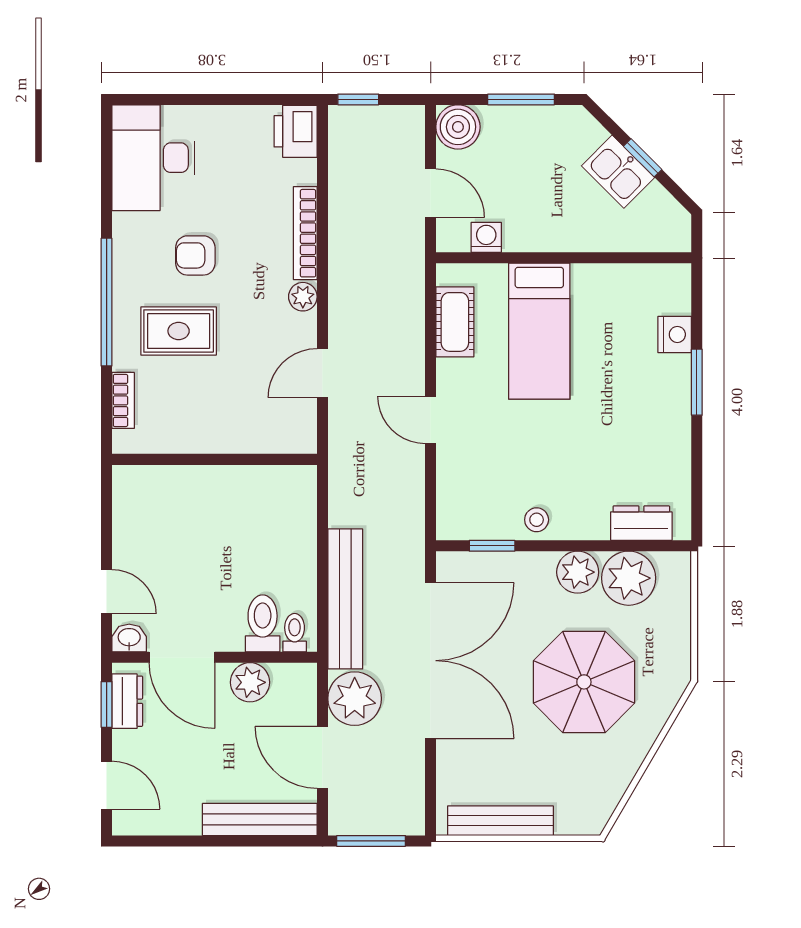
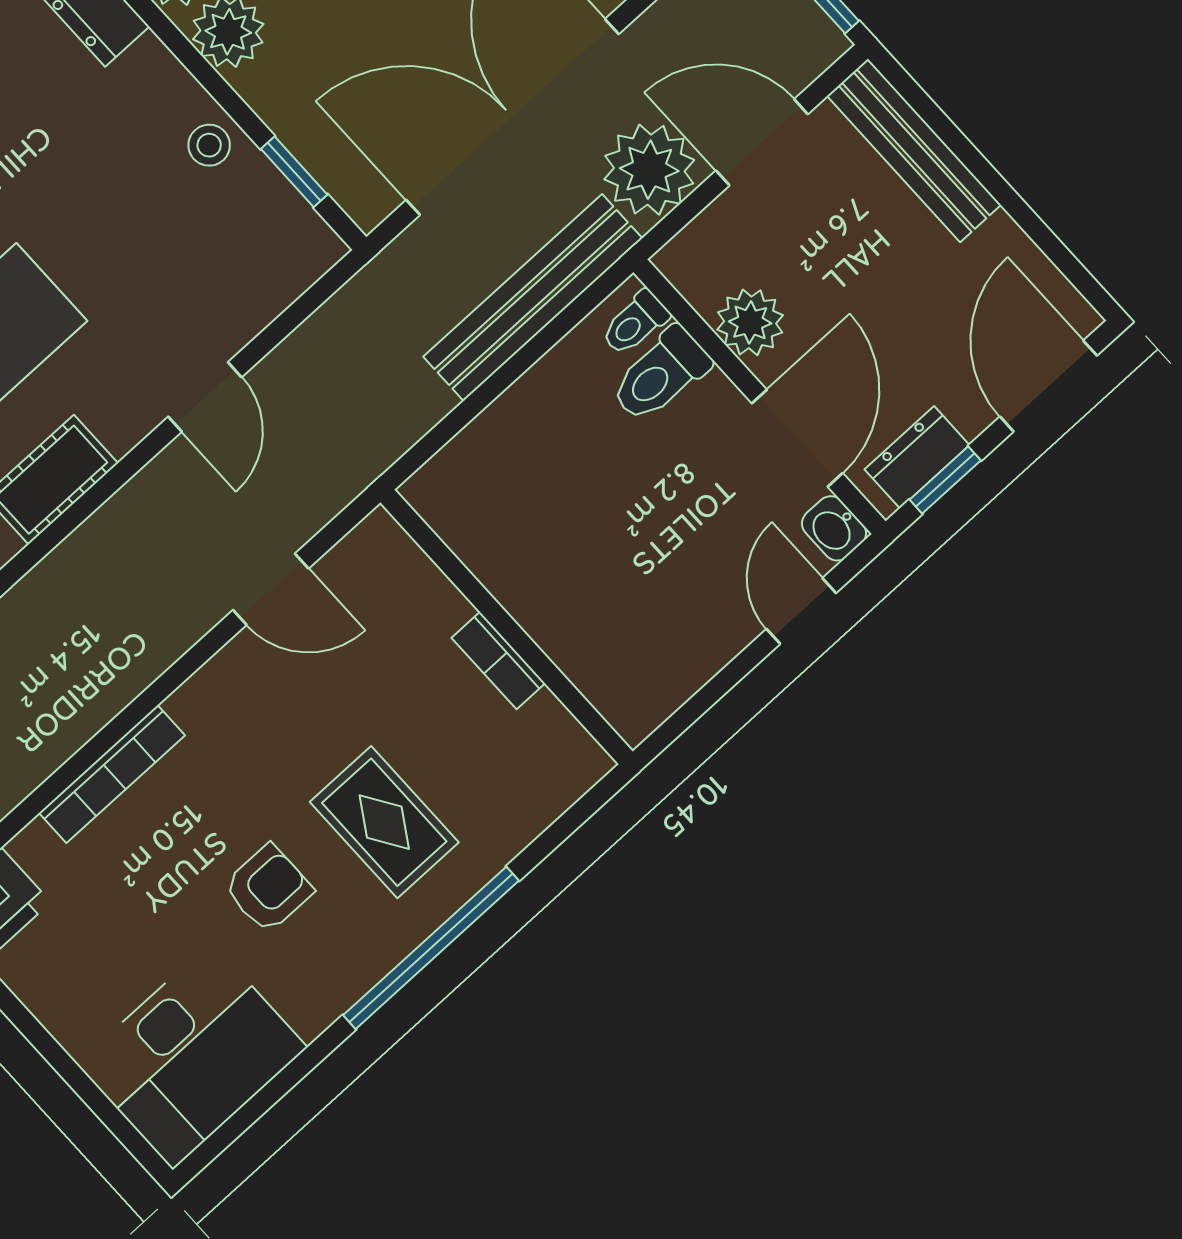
armchair: (195, 255) -> (268, 889), turned -90
plant: (303, 297) -> (196, 703), removed
bookcase: (123, 400) -> (498, 661), moved, turned -90
door: (322, 757) -> (762, 142), swing flipped
door: (107, 785) -> (1048, 386), width x1.38

